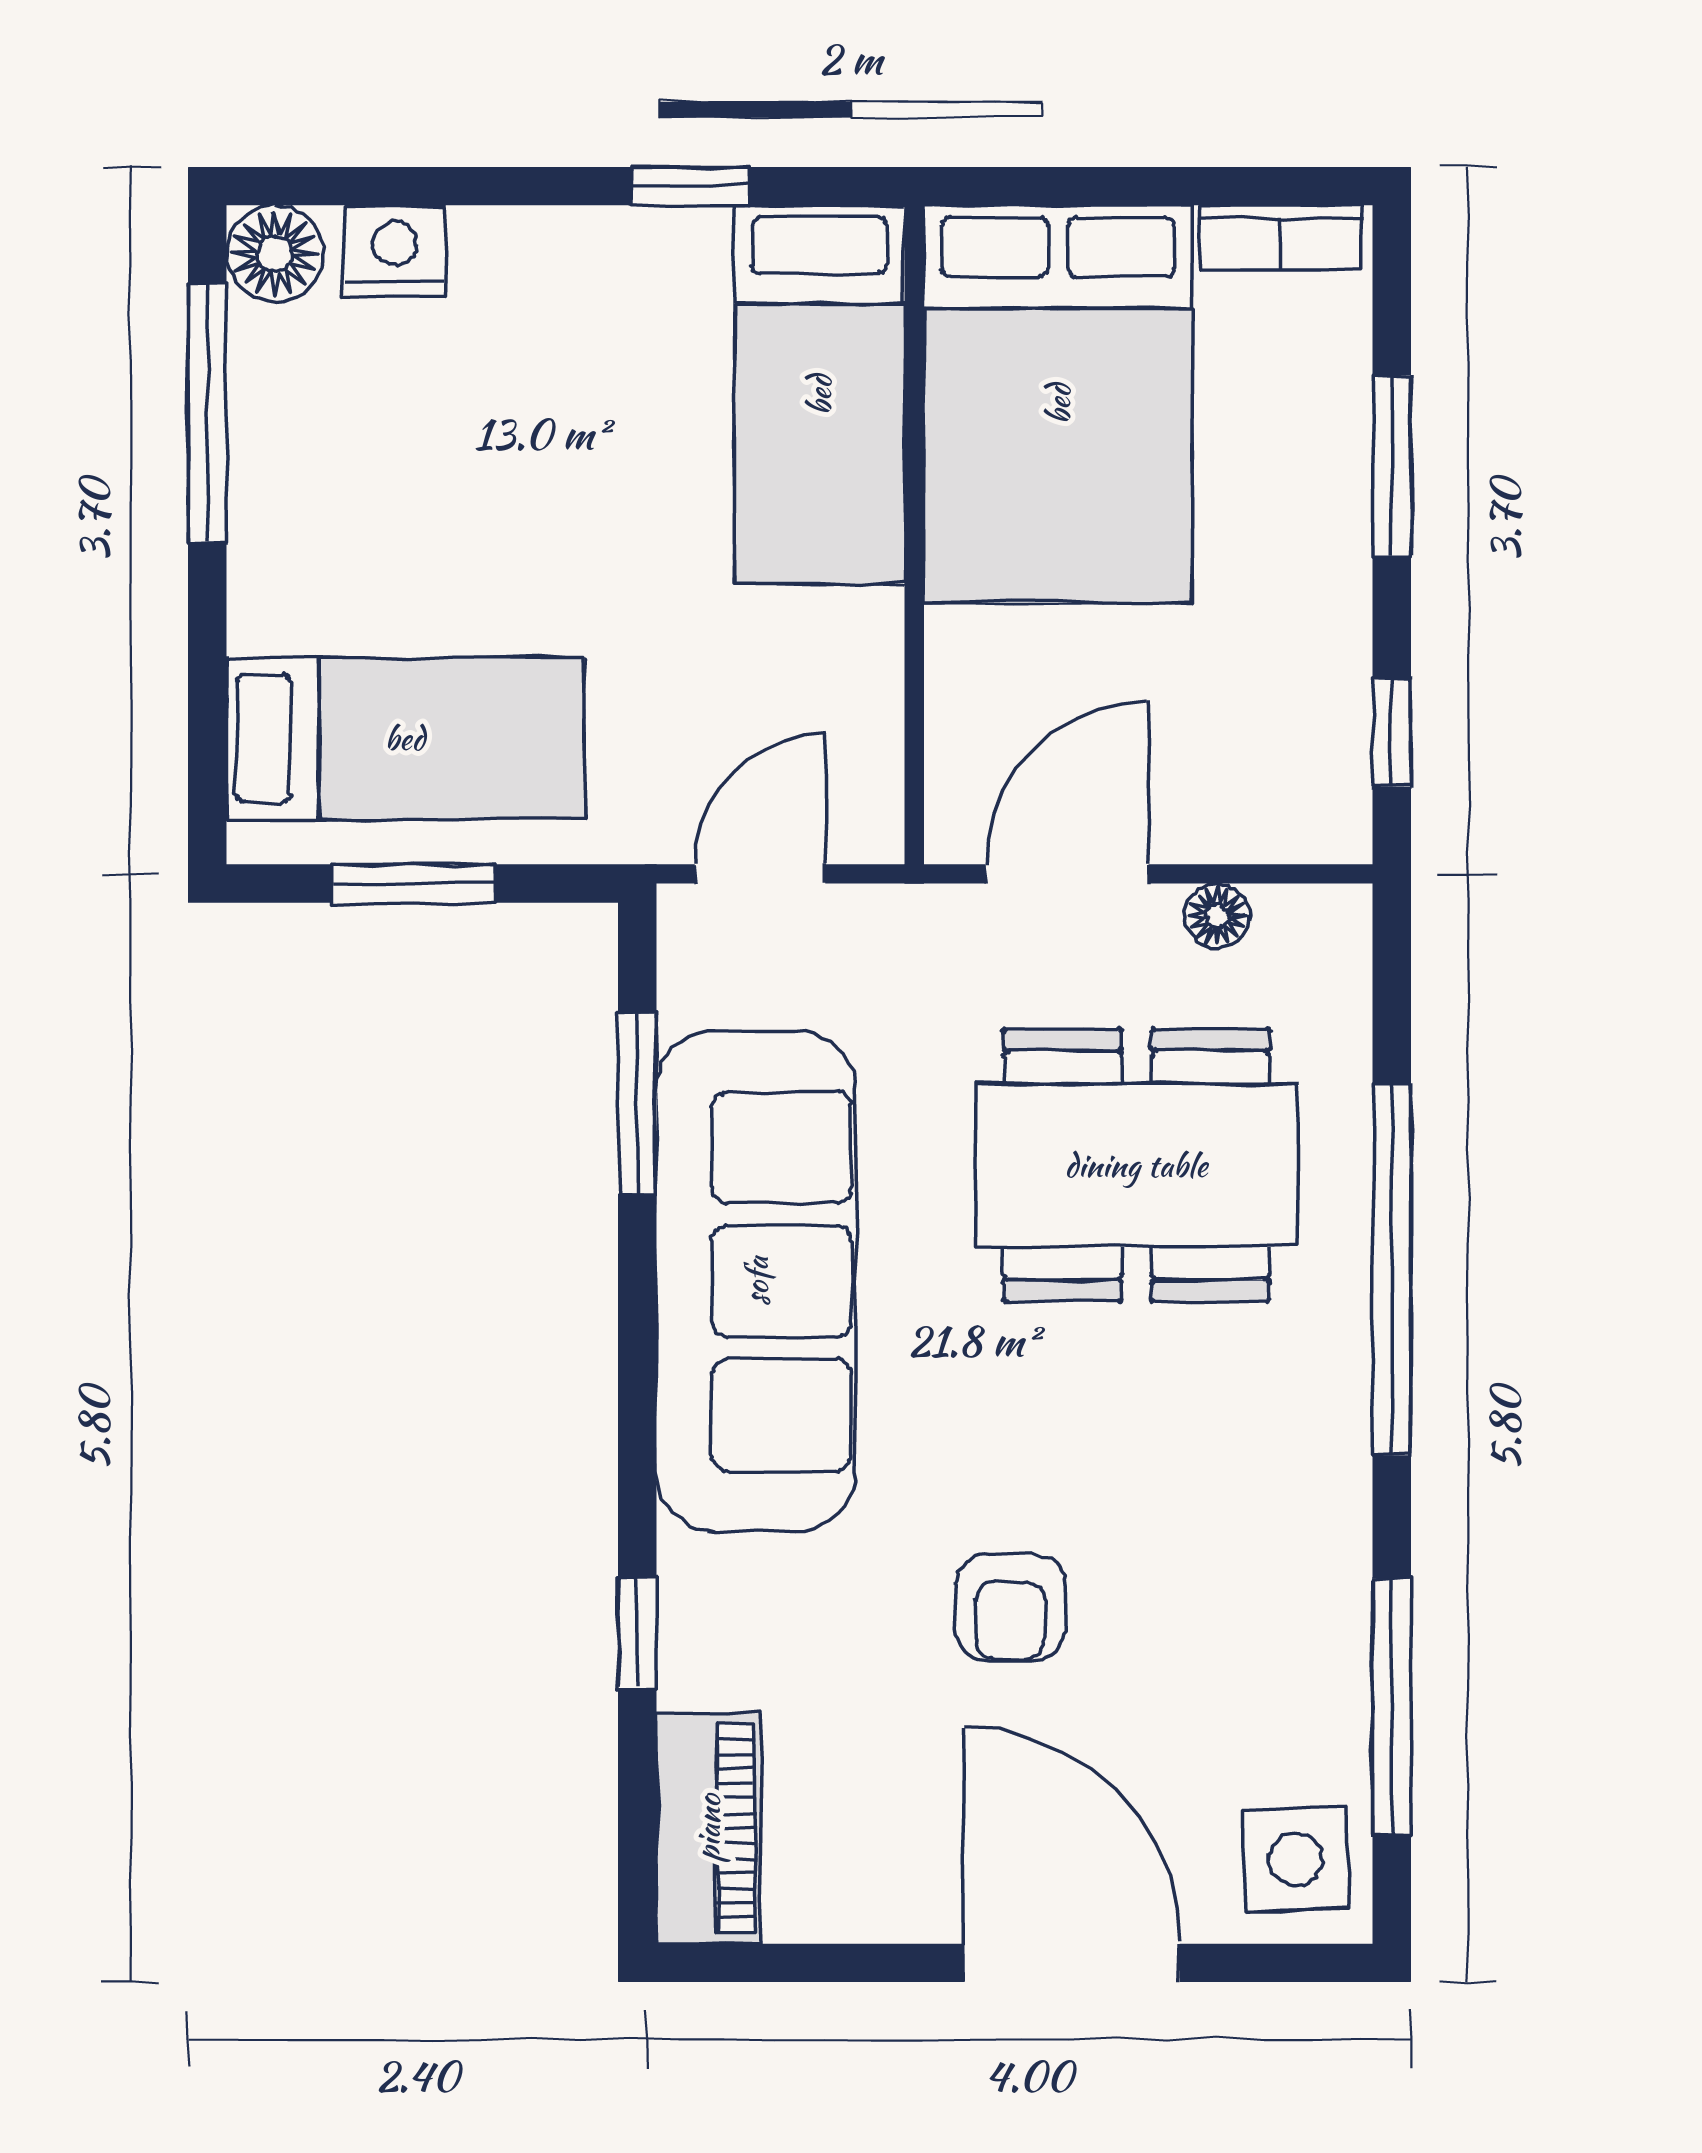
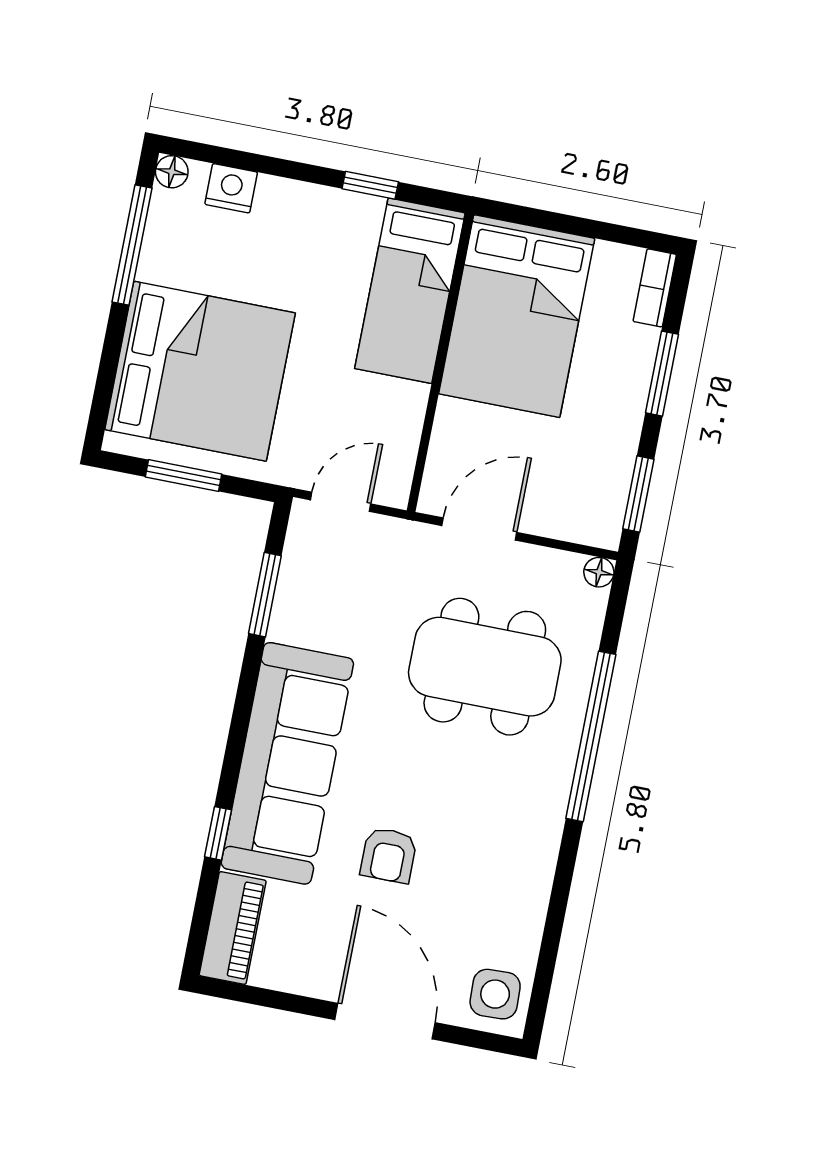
bookcase: (1281, 238) -> (655, 288), moved, turned 90
floor lamp: (275, 254) -> (172, 172), width x0.73, depth x0.73
window: (1392, 733) -> (638, 494), width x1.50
bed: (405, 738) -> (200, 371), width x2.04
floor lamp: (1217, 916) -> (599, 572), moved
sofa: (756, 1281) -> (287, 763), moved
window: (1392, 1707) -> (552, 934), removed

